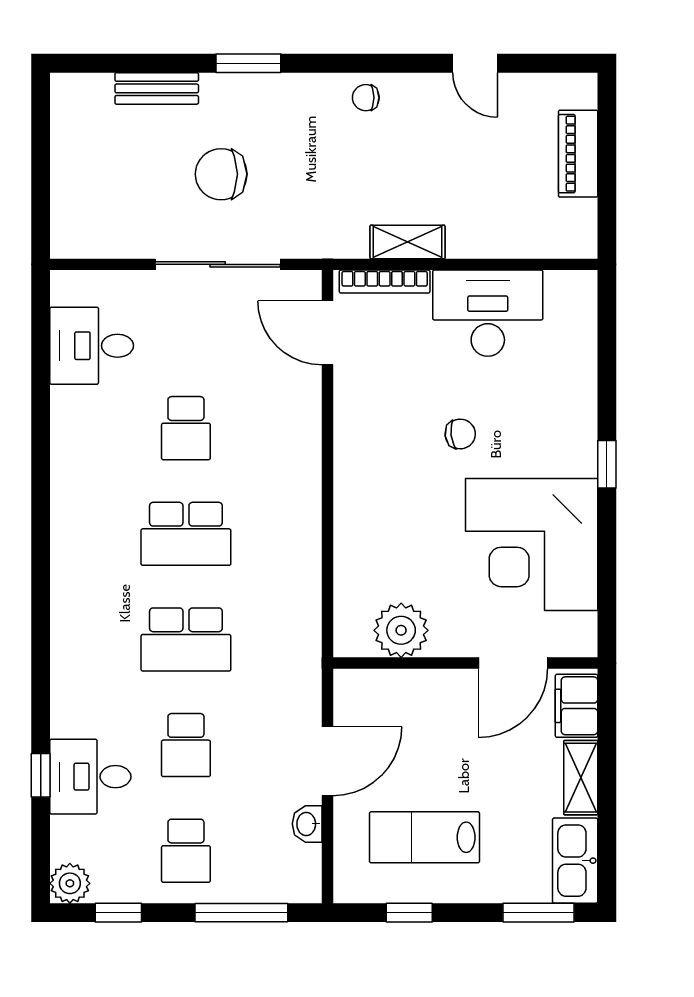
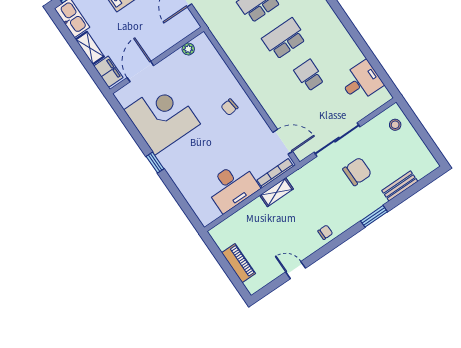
stool: (83, 215) -> (395, 125), added
chair: (460, 434) -> (230, 107), moved
plant: (401, 630) -> (188, 49), width x0.53, depth x0.53

